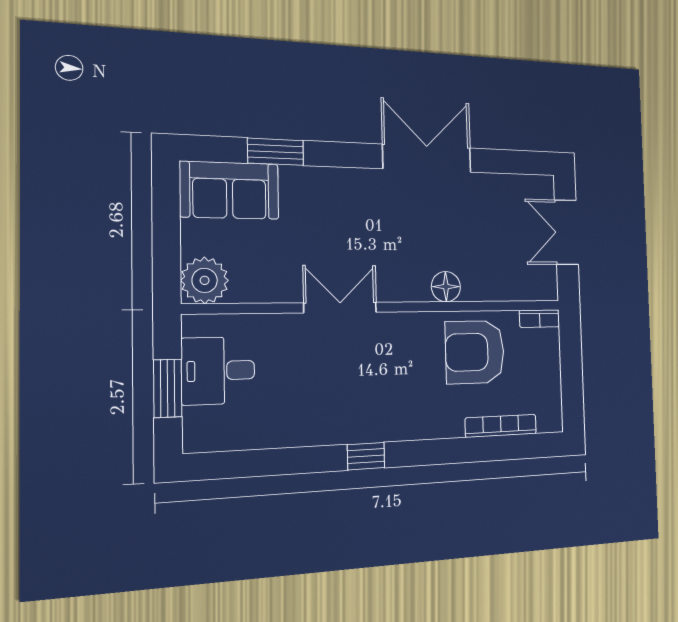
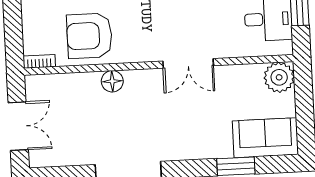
armchair: (475, 352) -> (89, 36), turned 180

